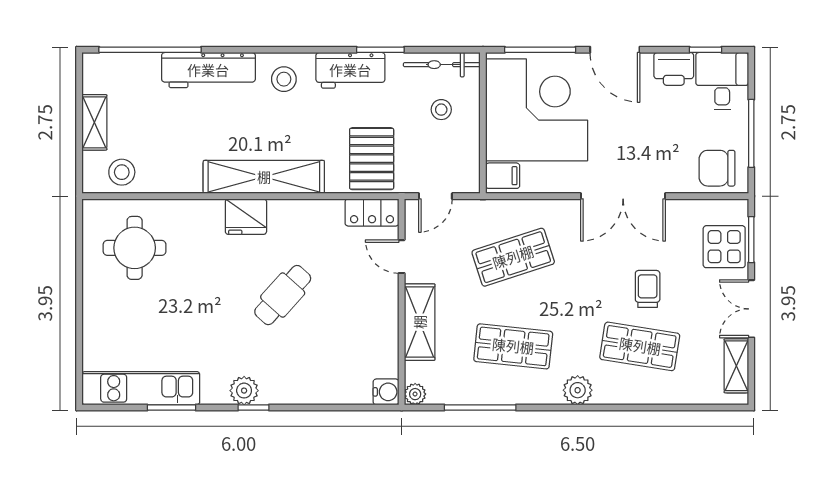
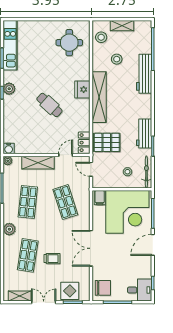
printer: (674, 69) -> (145, 270), removed
stool: (284, 79) -> (117, 59), moved
chair: (717, 168) -> (103, 288), turned 90

